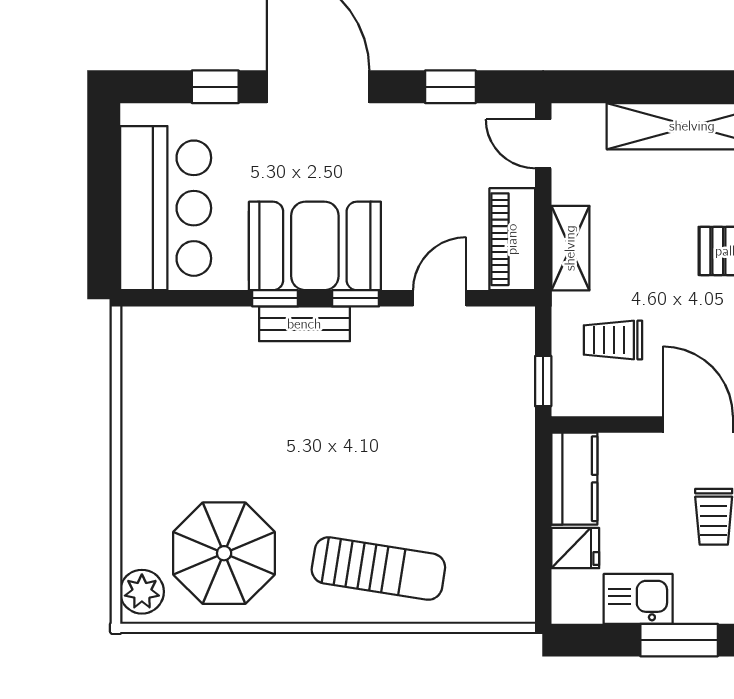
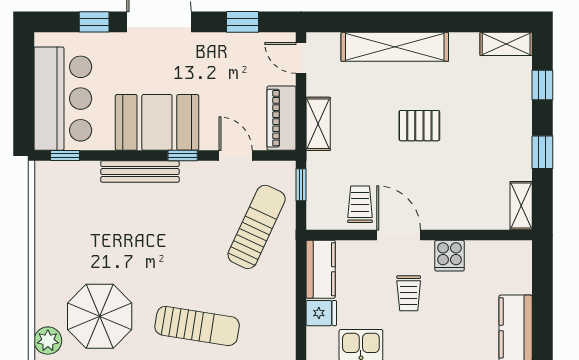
window: (275, 298) -> (65, 155), moved
door: (440, 298) -> (236, 155), hinge flipped
bench: (304, 324) -> (140, 172), width x1.36
trolley: (613, 340) -> (360, 204), moved, turned 90
window: (543, 381) -> (301, 185), moved
sun lounger: (473, 412) -> (257, 227), added

